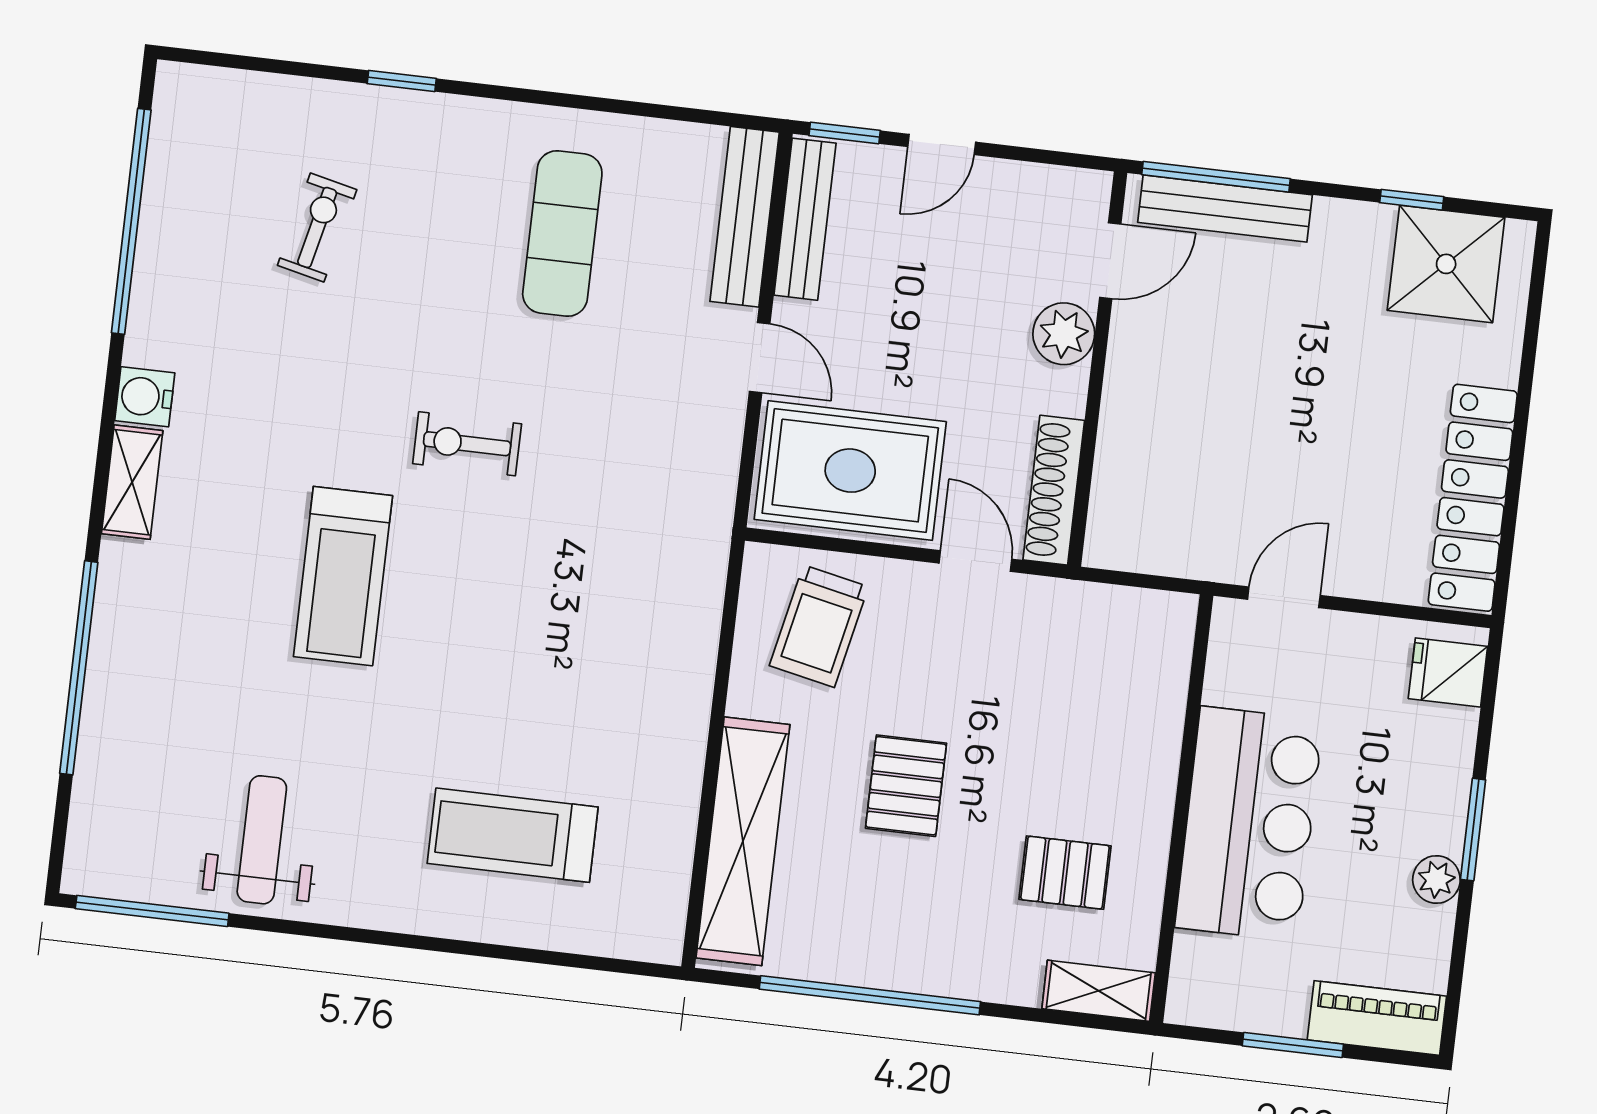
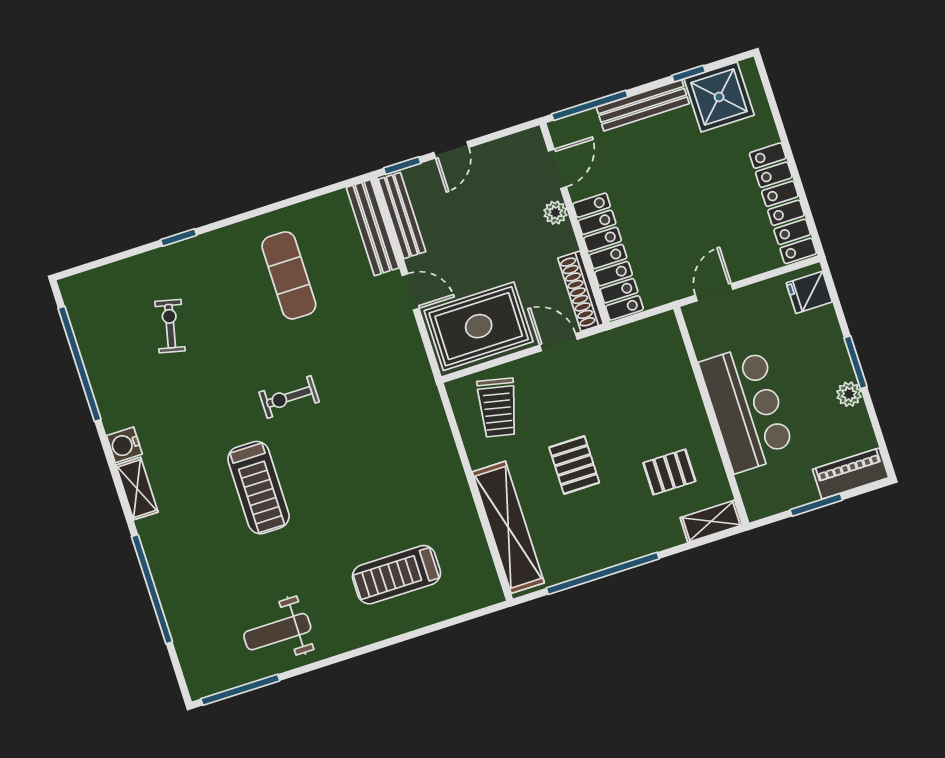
bench: (1225, 209) -> (643, 105), moved
plant: (1064, 334) -> (555, 213), width x0.73, depth x0.73
locker: (1129, 452) -> (608, 257), added
weight bench: (262, 840) -> (277, 632), turned -90

